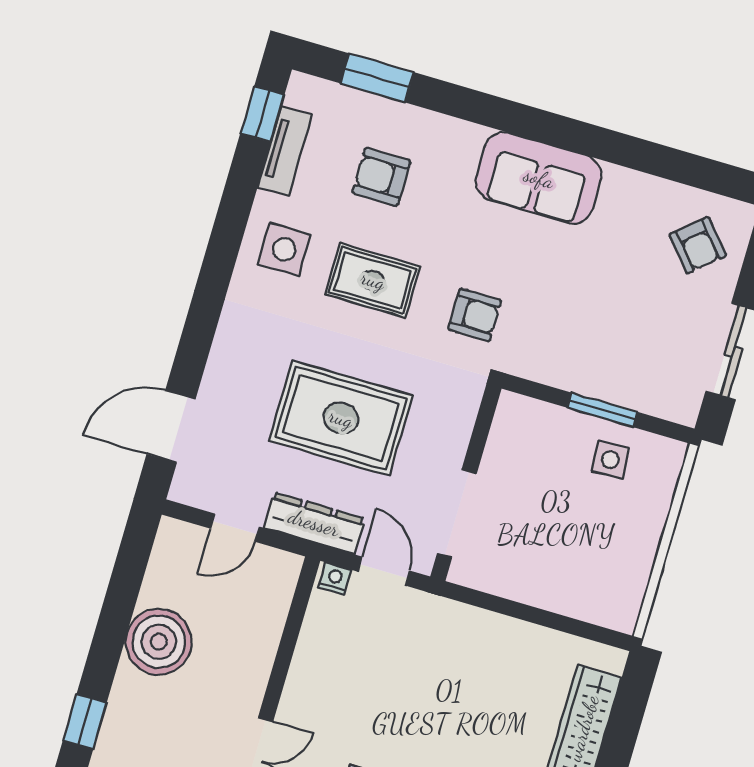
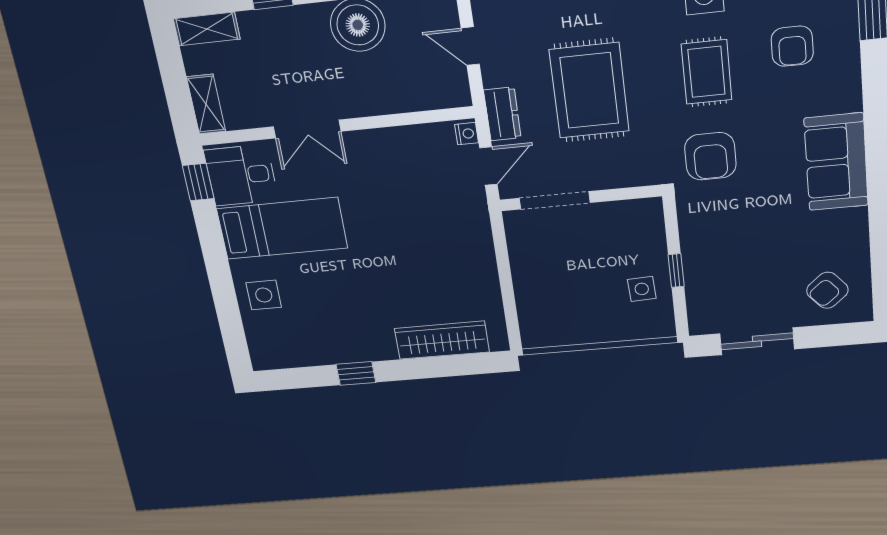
armchair: (381, 177) -> (792, 46), turned 180
armchair: (475, 315) -> (710, 156), width x1.38, depth x1.38
window: (602, 410) -> (676, 270), width x0.67
dresser: (314, 523) -> (502, 114), width x0.70

